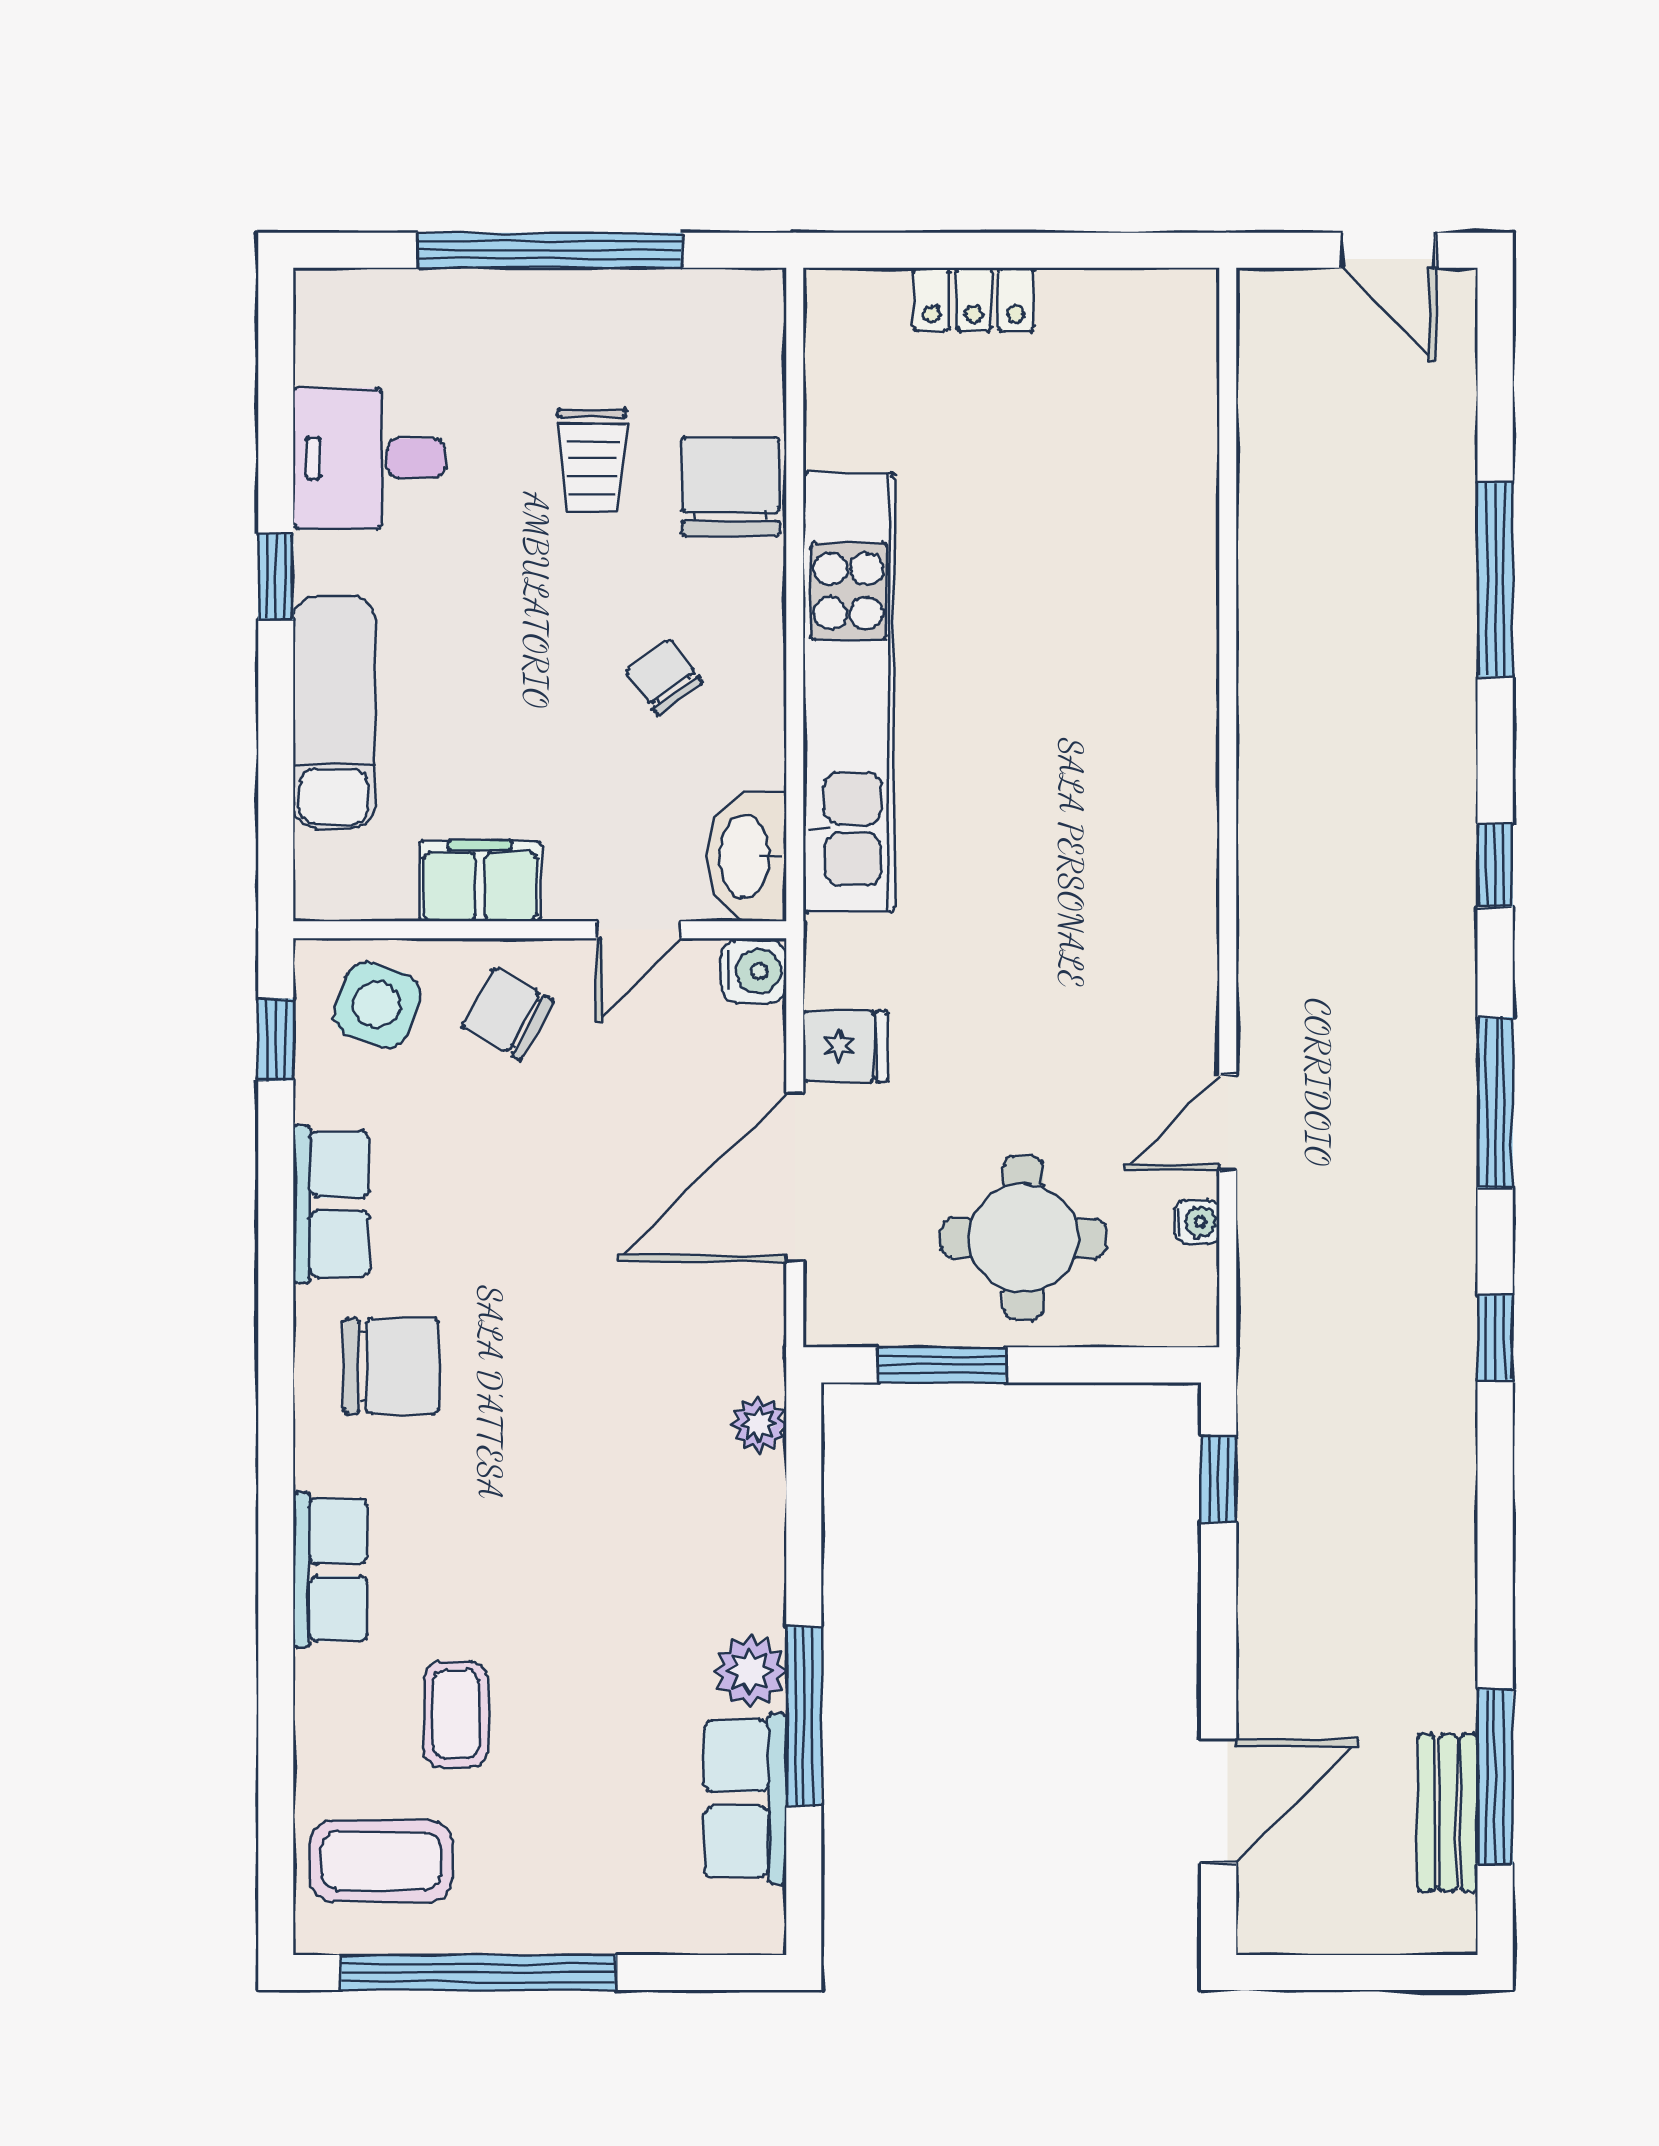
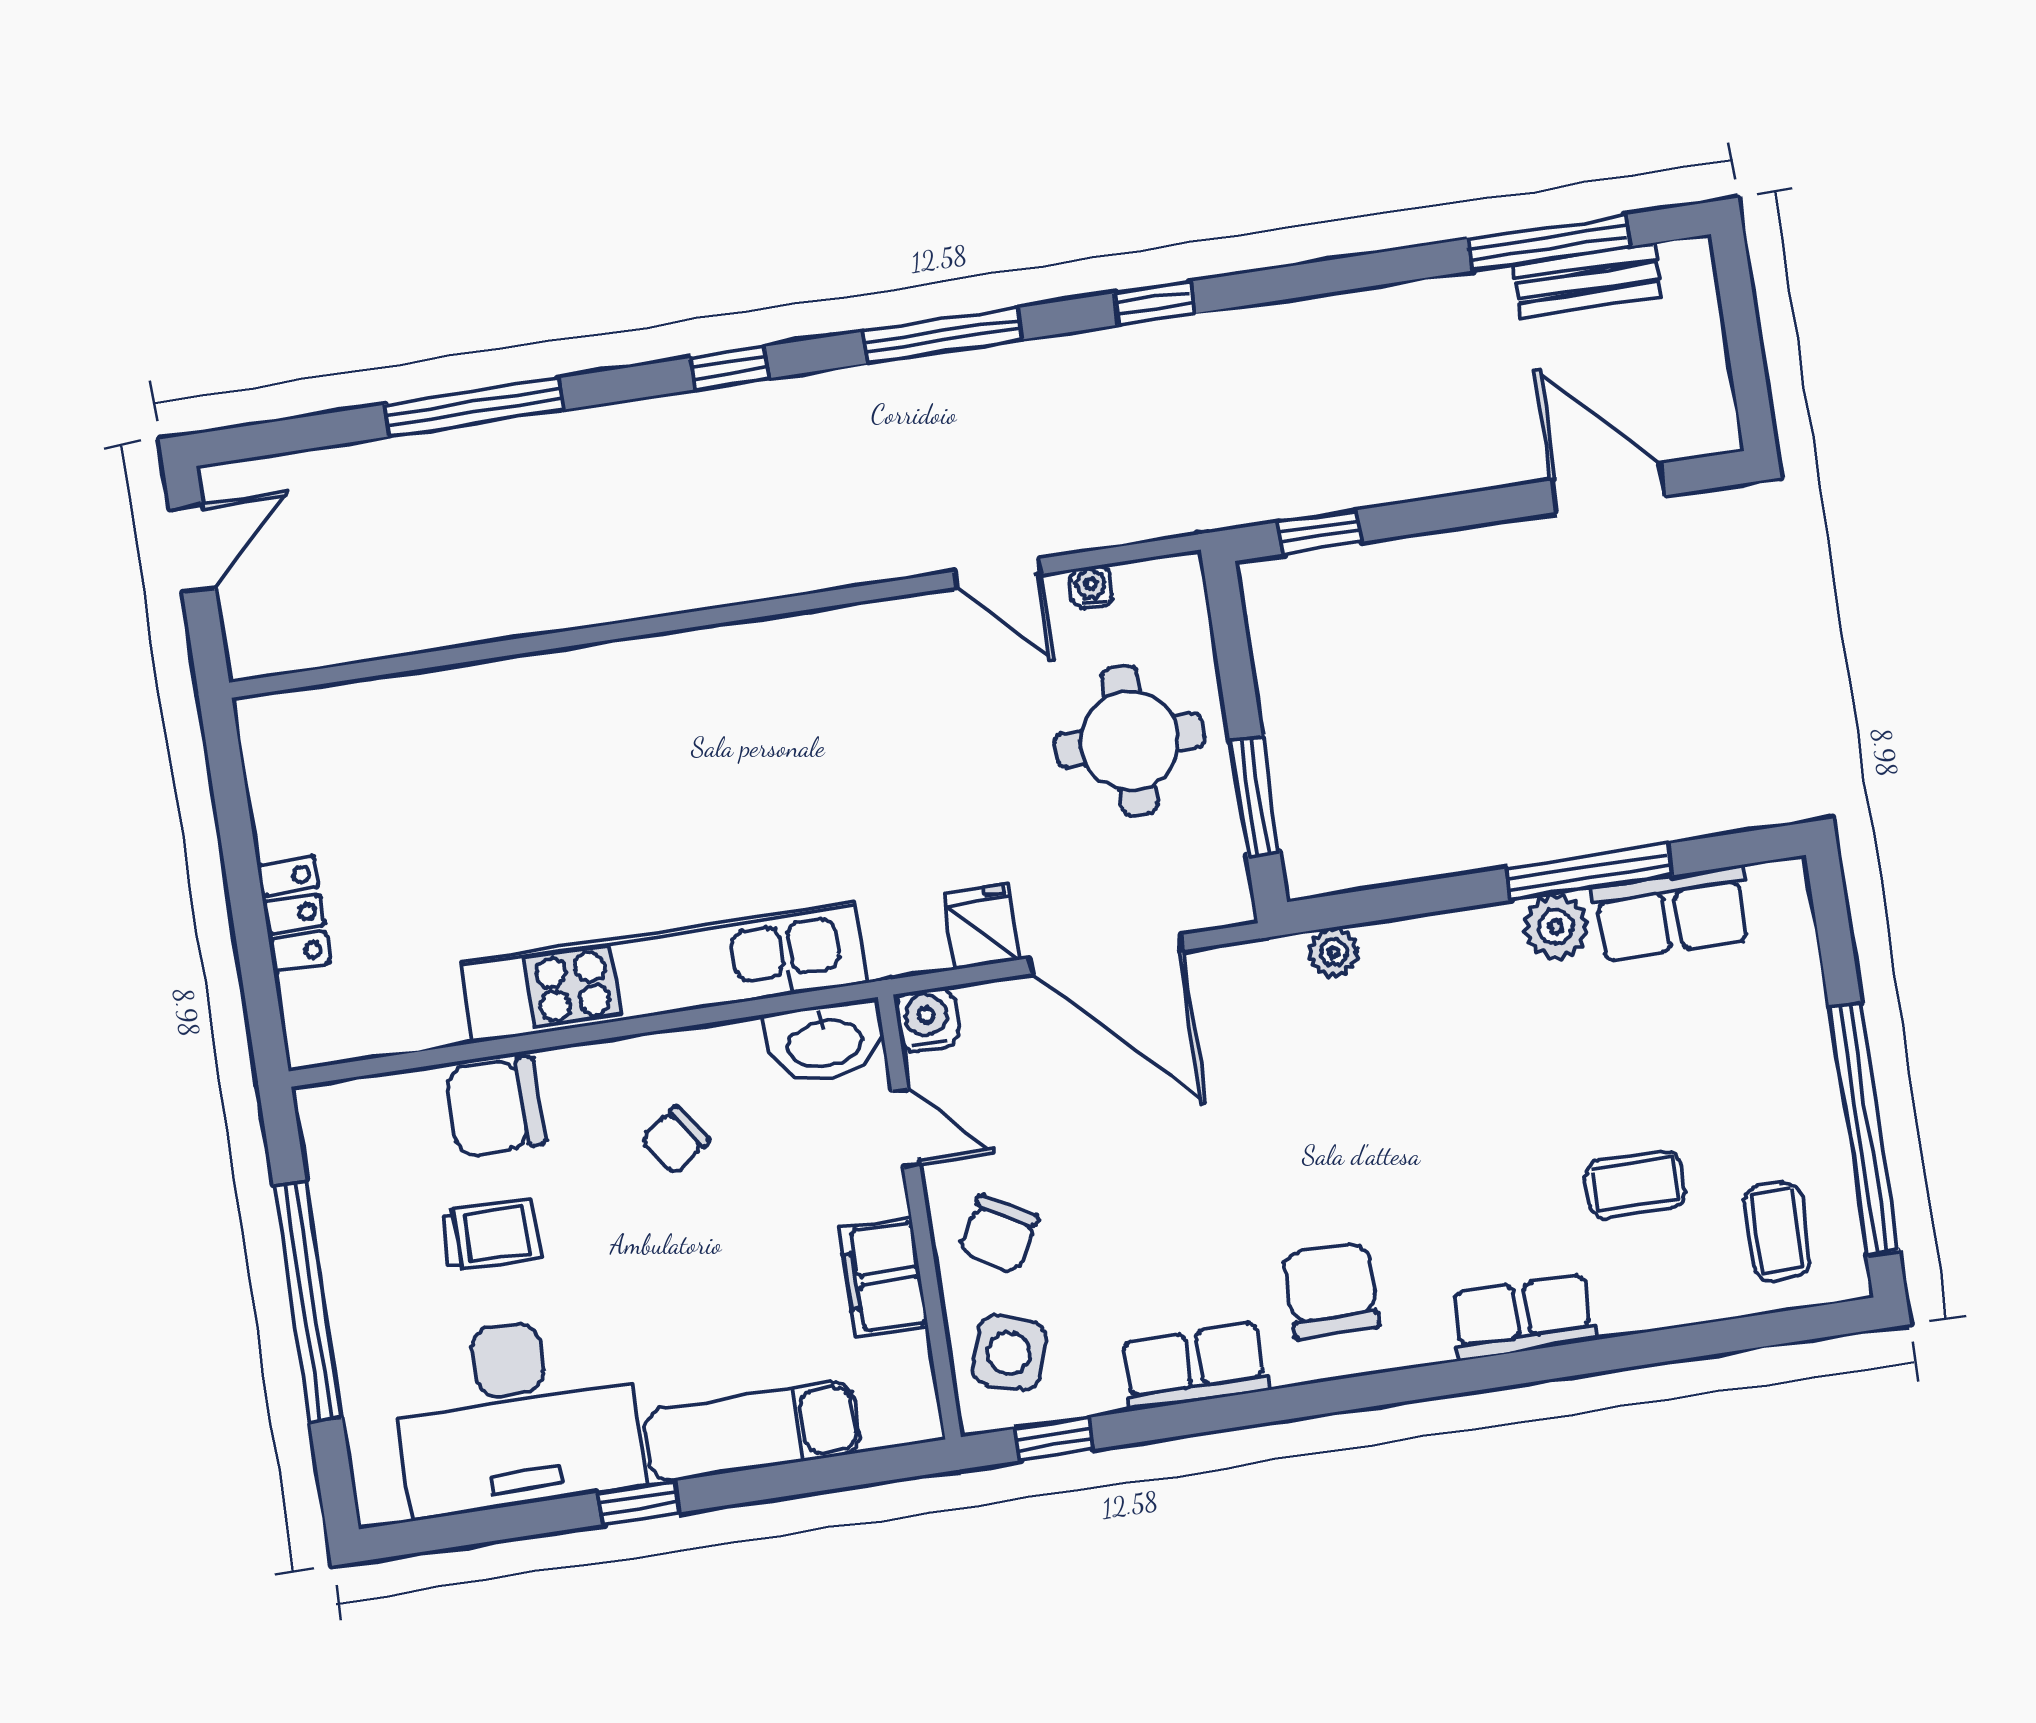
desk: (369, 458) -> (516, 1415), width x1.87, depth x1.30
coffee table: (381, 1861) -> (1777, 1231), width x0.73, depth x0.77

